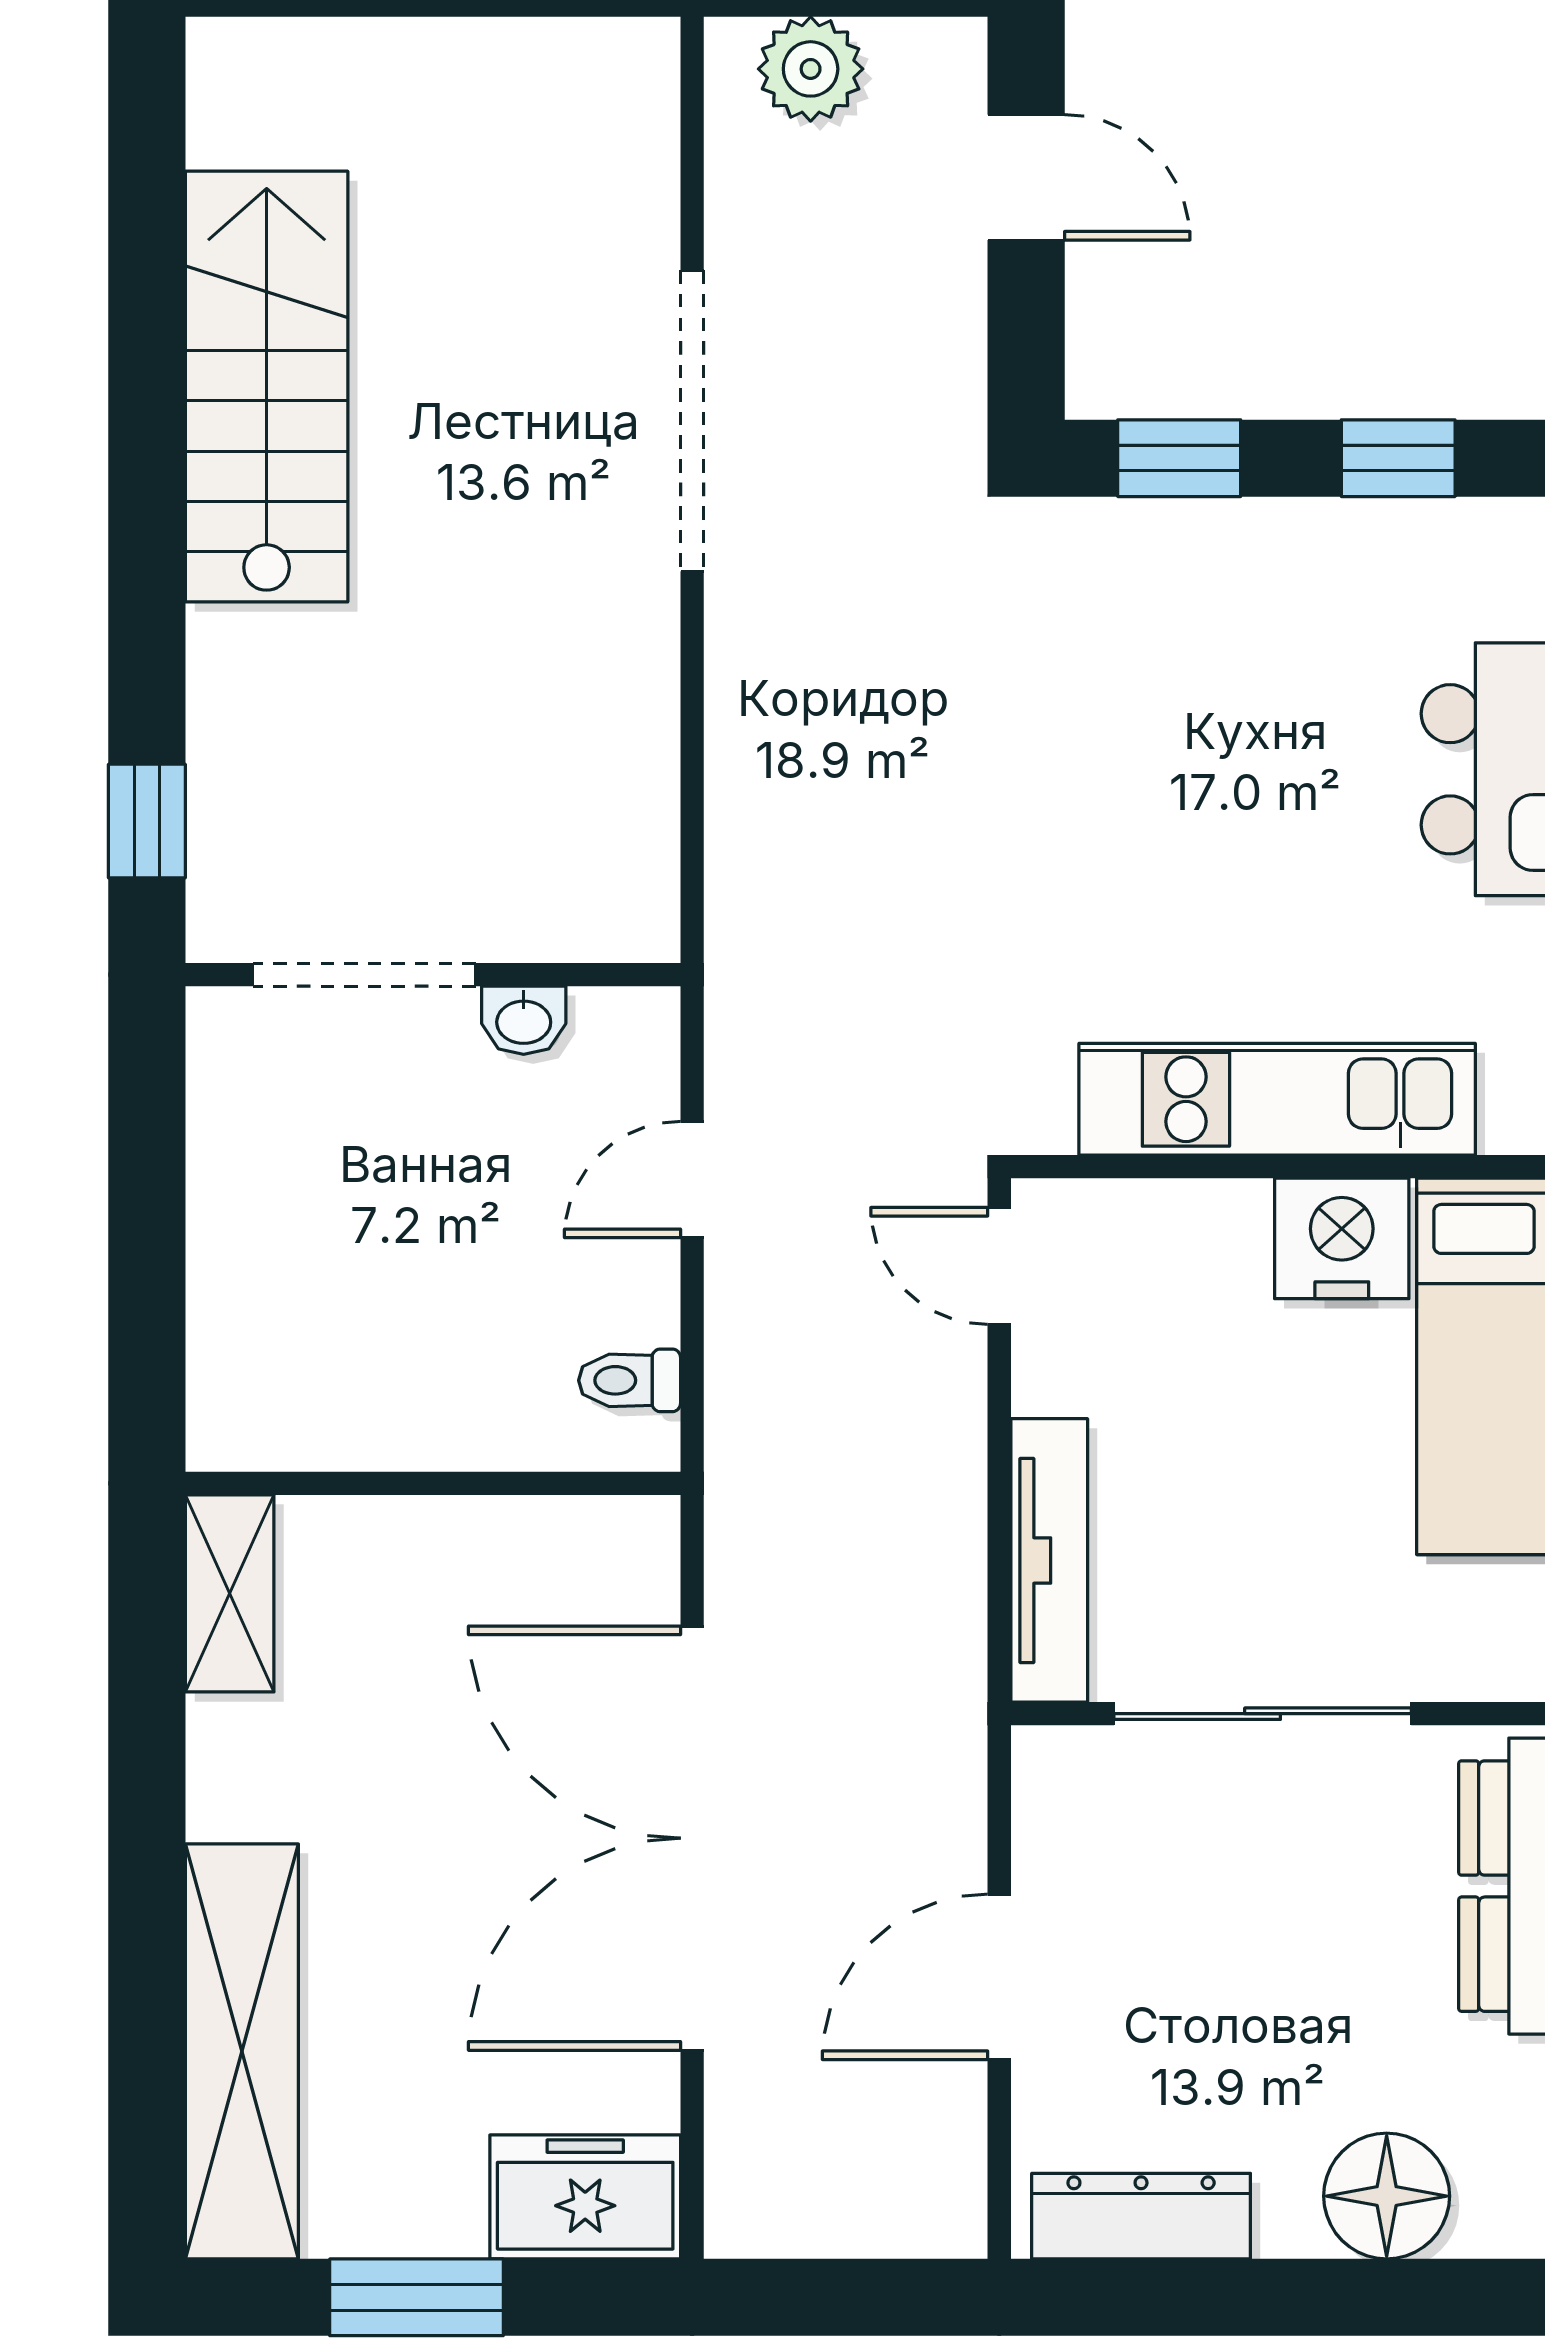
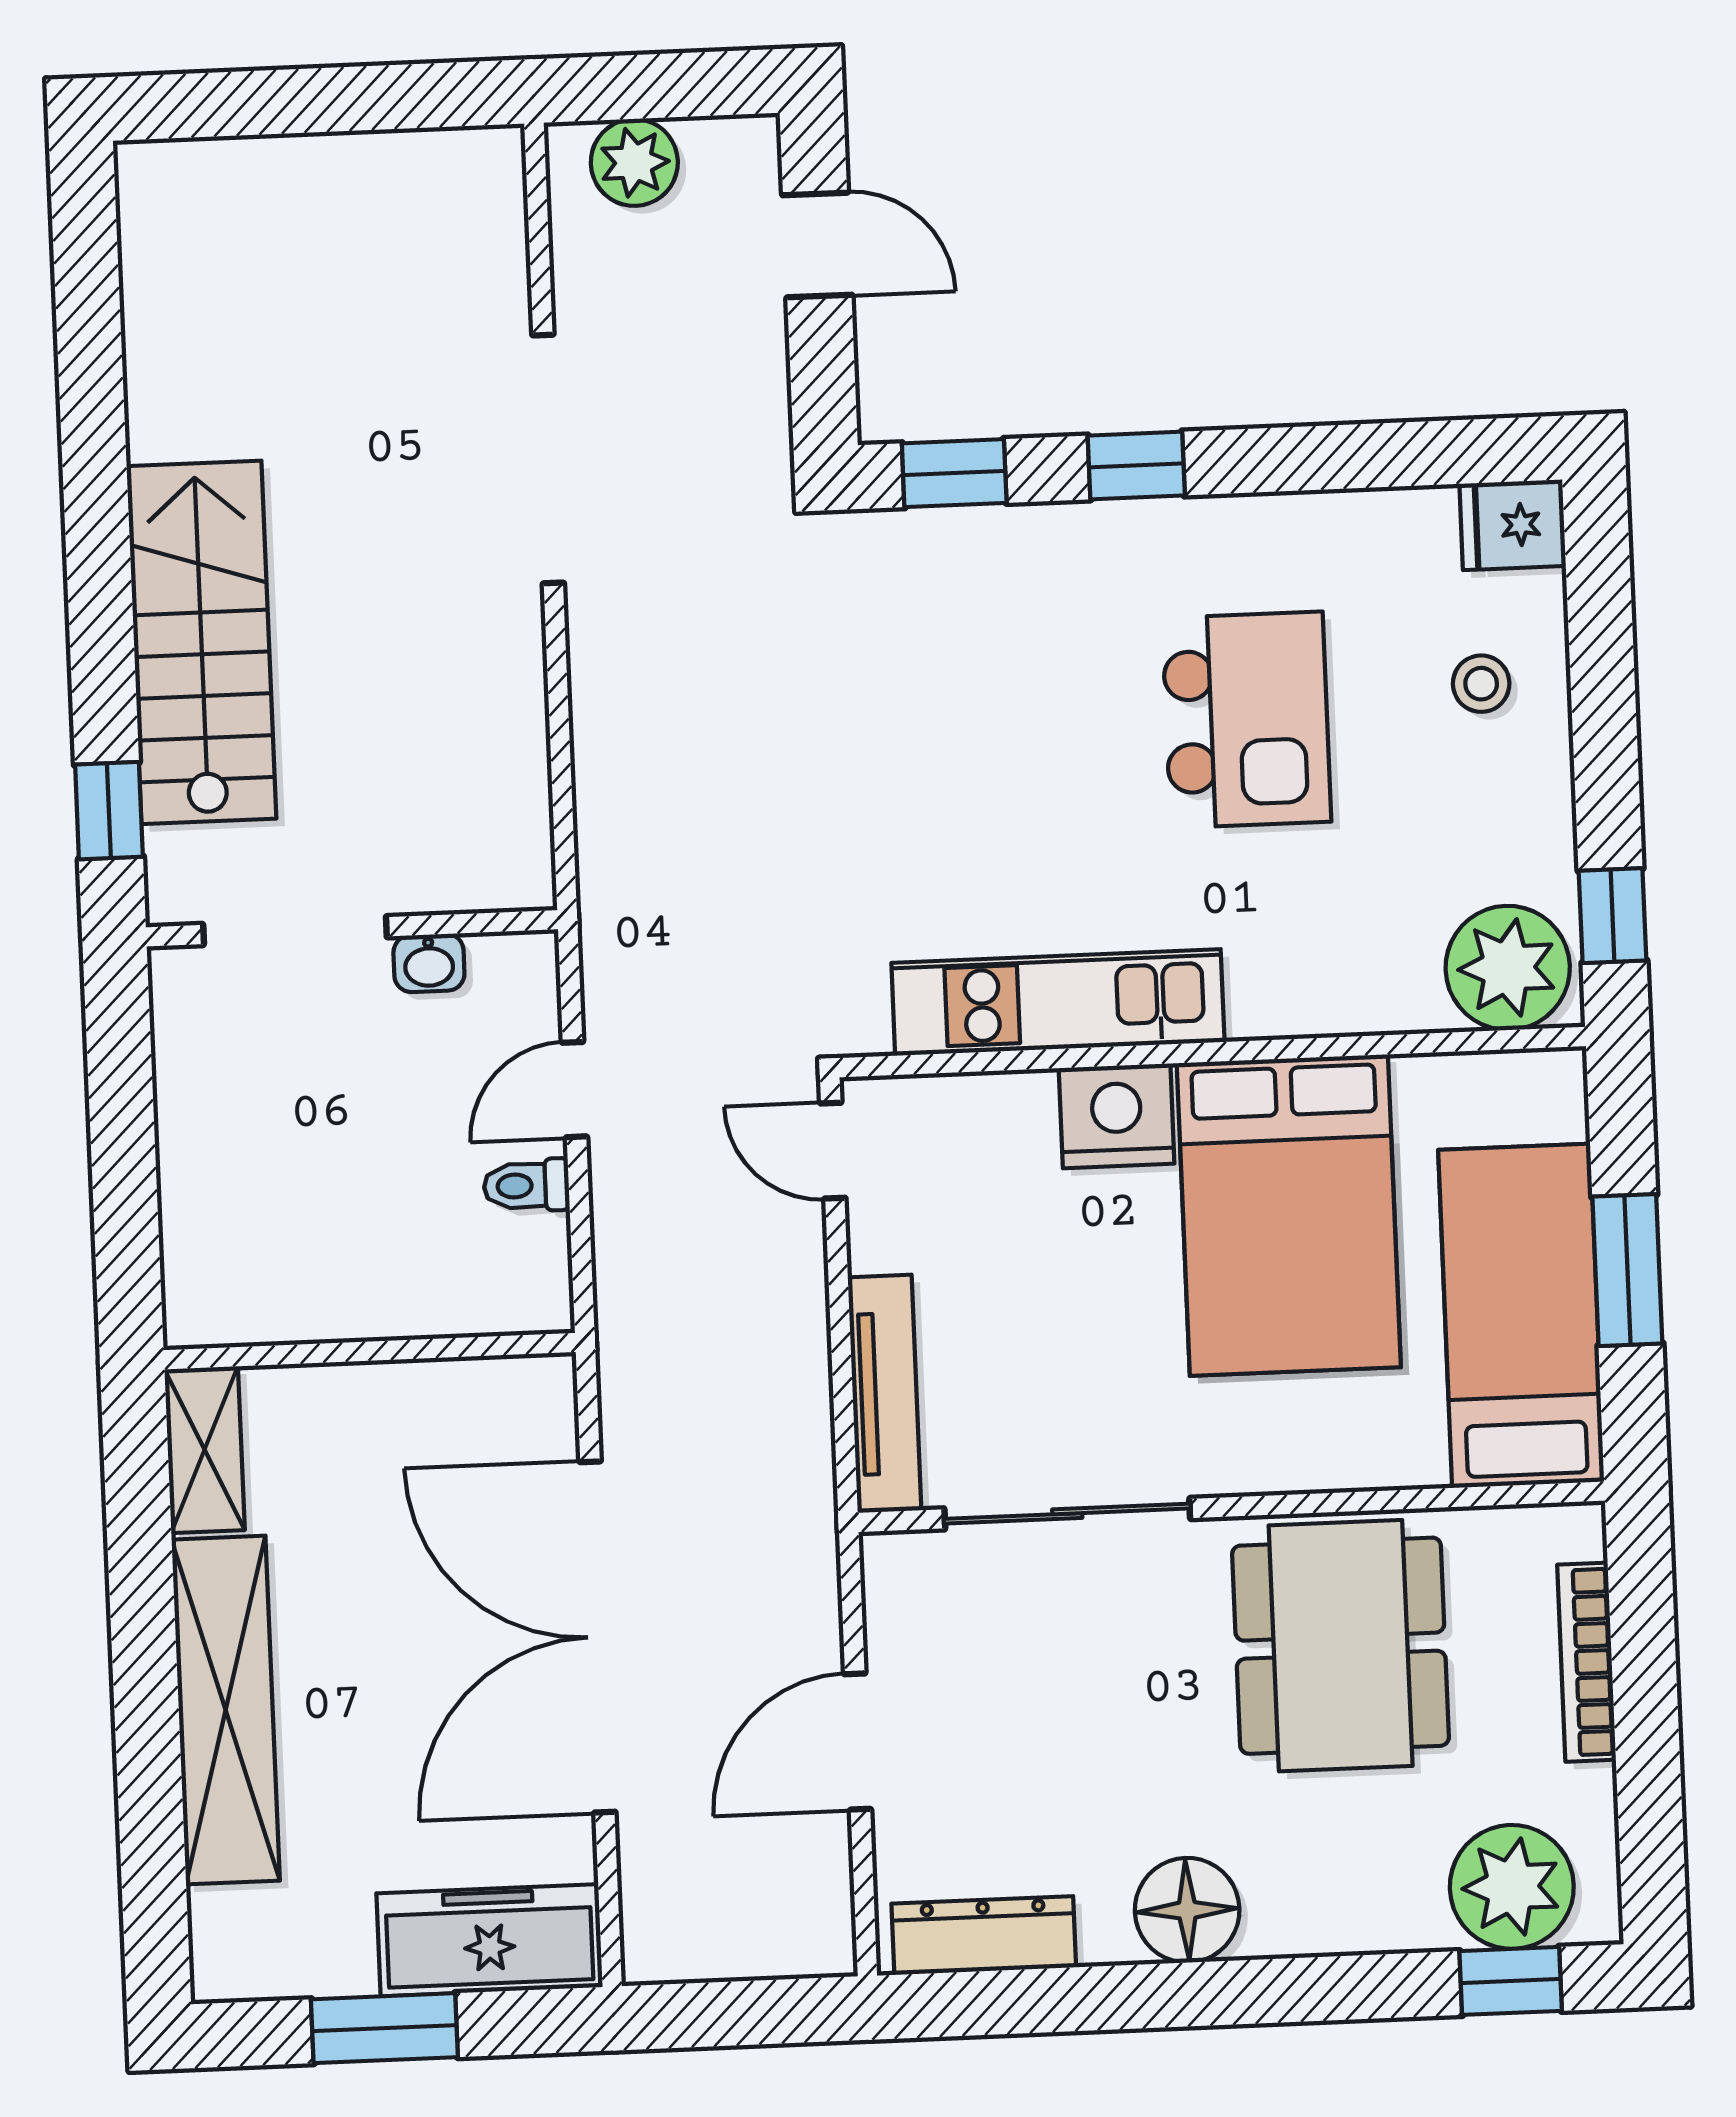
stairs: (267, 387) -> (201, 642), moved
toilet: (630, 1380) -> (526, 1186), moved
shelving: (242, 2051) -> (226, 1710), moved
freezer: (585, 2197) -> (489, 1940), width x1.40

